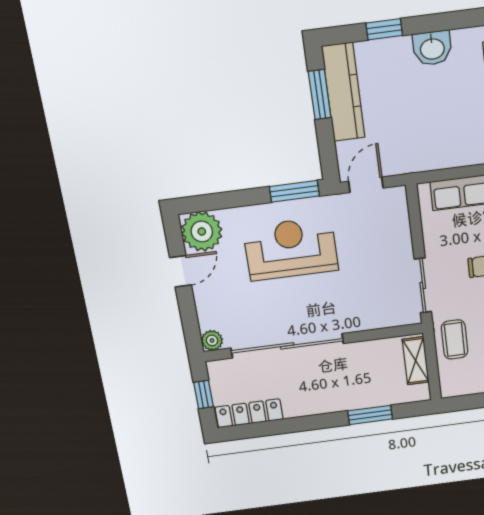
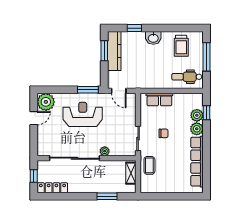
door: (366, 185) -> (119, 91), swing flipped
plant: (212, 340) -> (105, 151), moved

